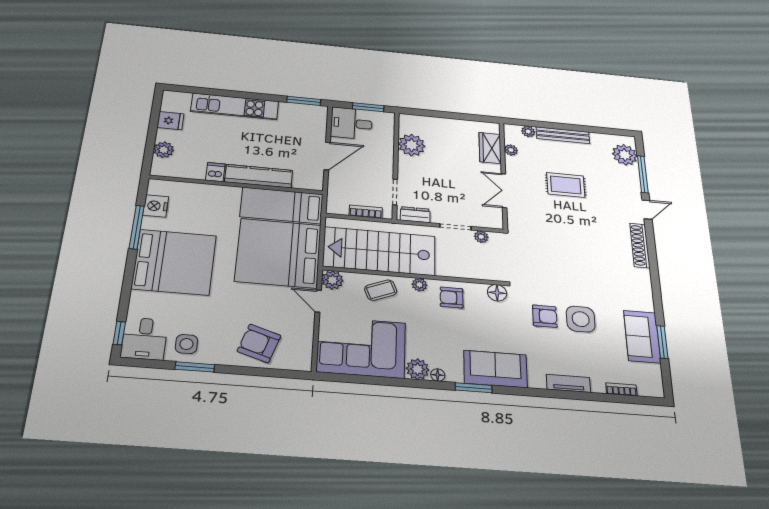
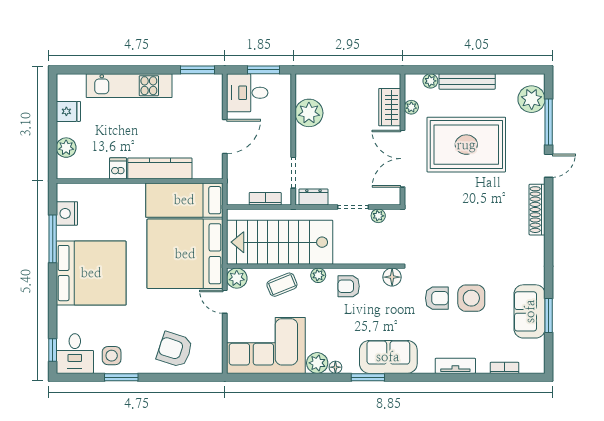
rug: (566, 185) -> (466, 145), width x1.86, depth x2.06
double door: (504, 191) -> (402, 159), width x1.37

